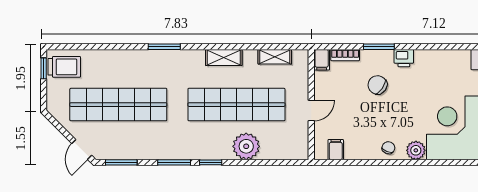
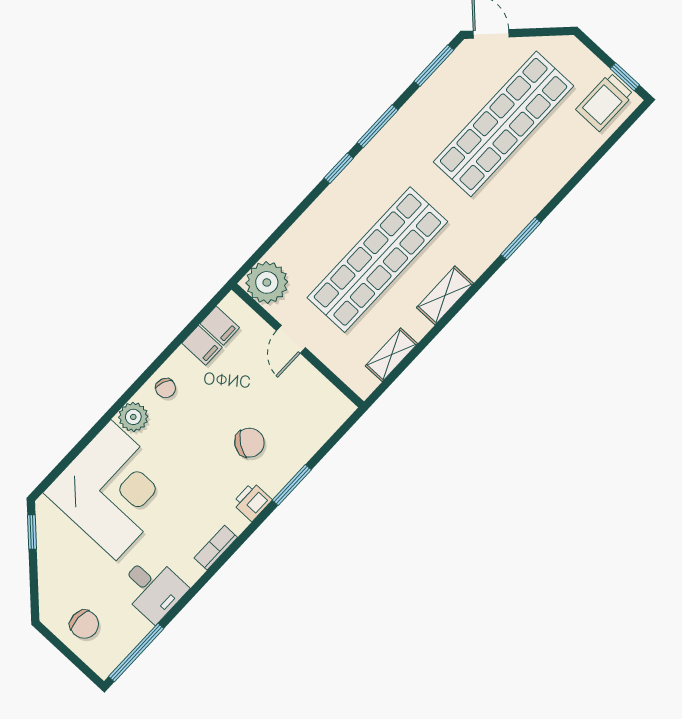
bookcase: (345, 55) -> (216, 548), moved
filing cabinet: (322, 60) -> (202, 345), moved, turned 180
plant: (246, 146) -> (267, 282), moved

